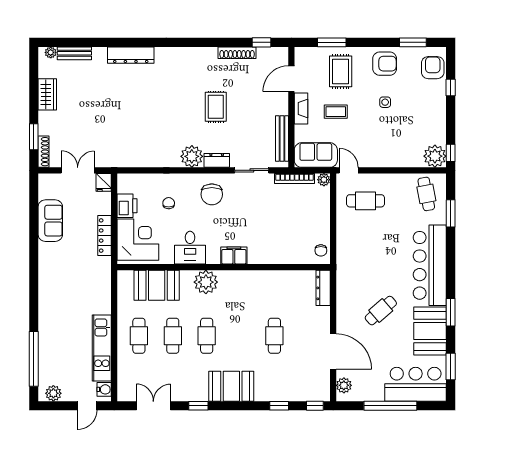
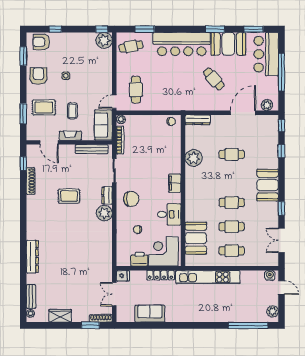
plant: (206, 282) -> (194, 158), moved
kitchen unit: (102, 348) -> (208, 277), moved, width x1.36

